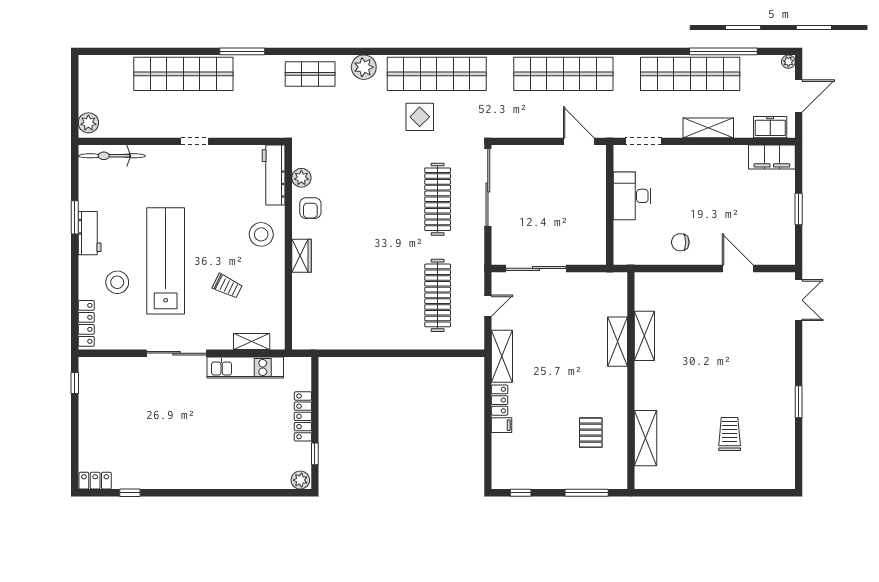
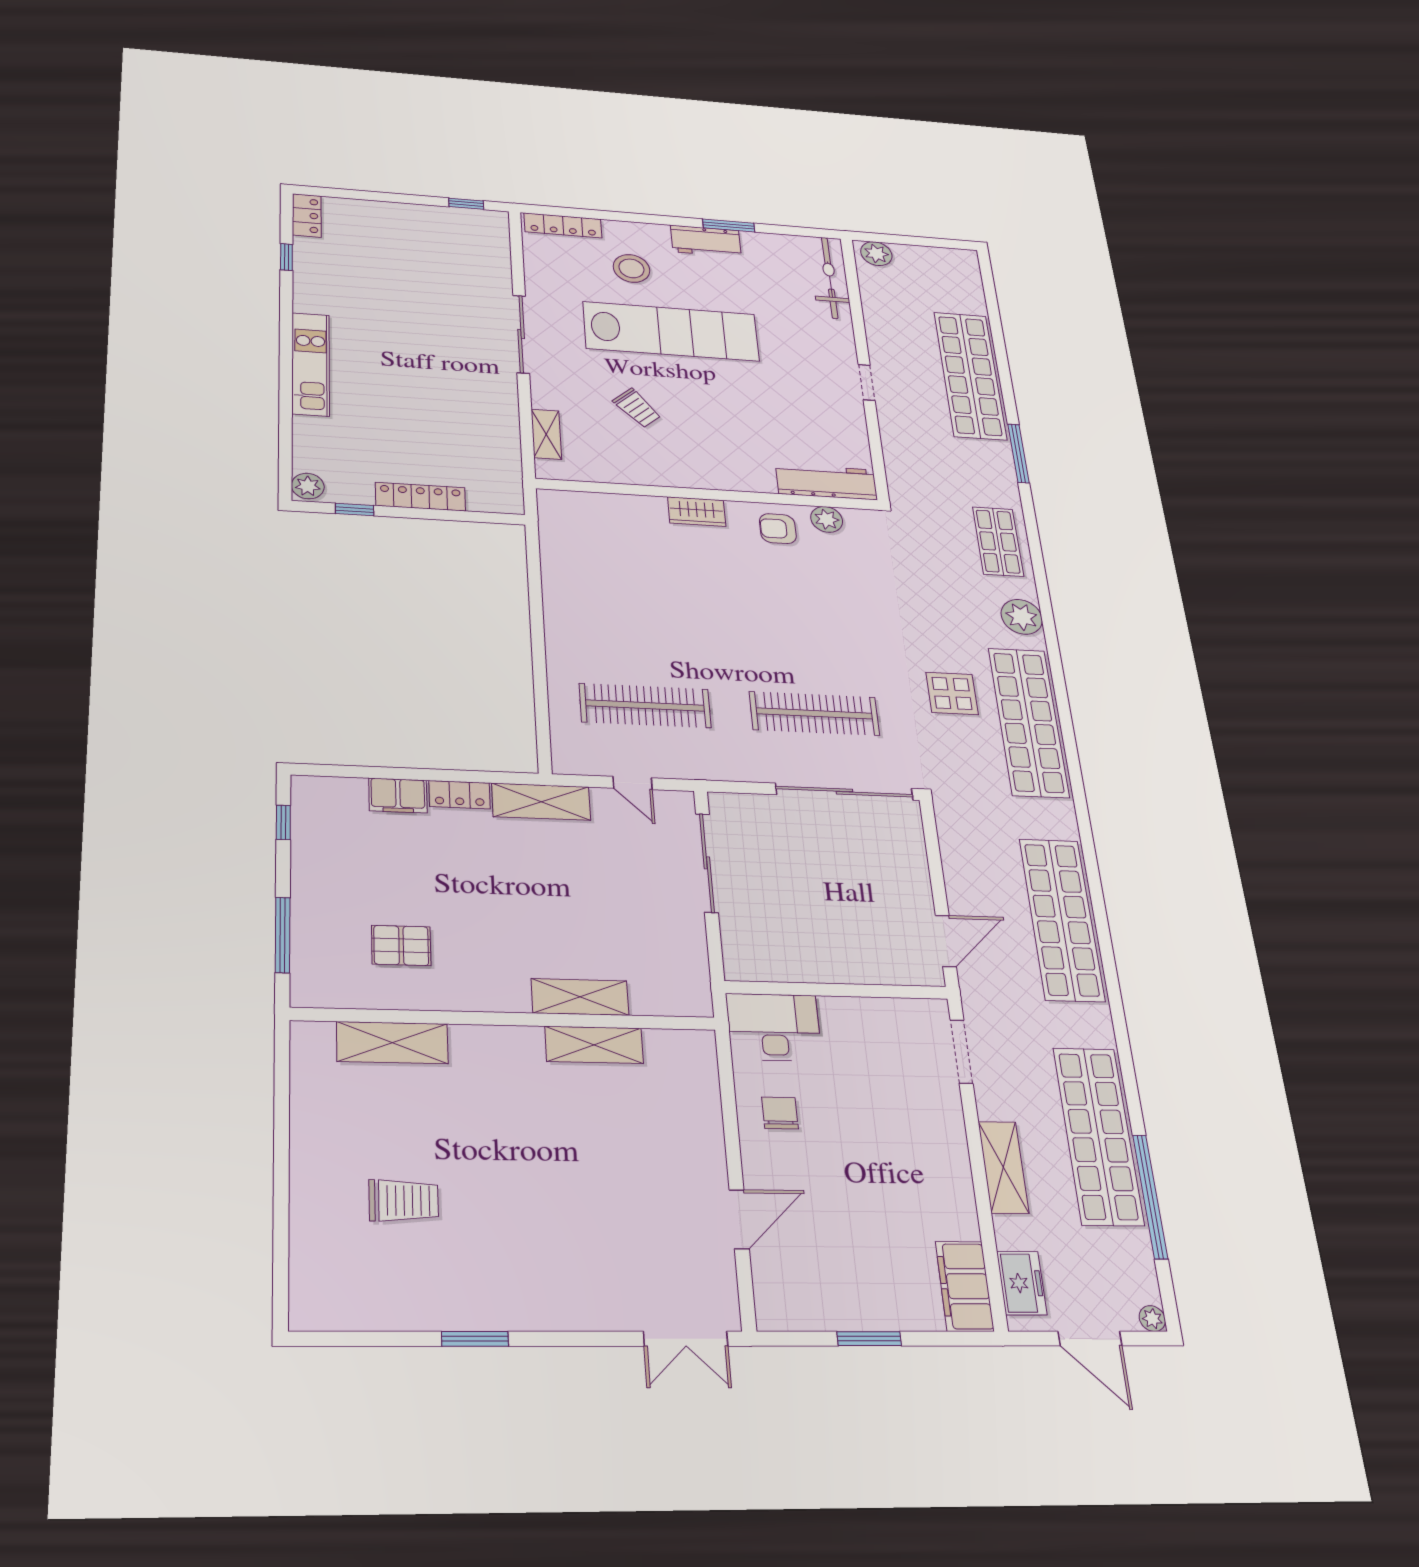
desk: (632, 196) -> (774, 1027), moved
stool: (261, 234) -> (727, 459), removed
trolley: (227, 286) -> (637, 408), turned -67
kitchen unit: (245, 368) -> (311, 364), moved, turned 180
filing cabinet: (502, 425) -> (398, 796), width x2.00

